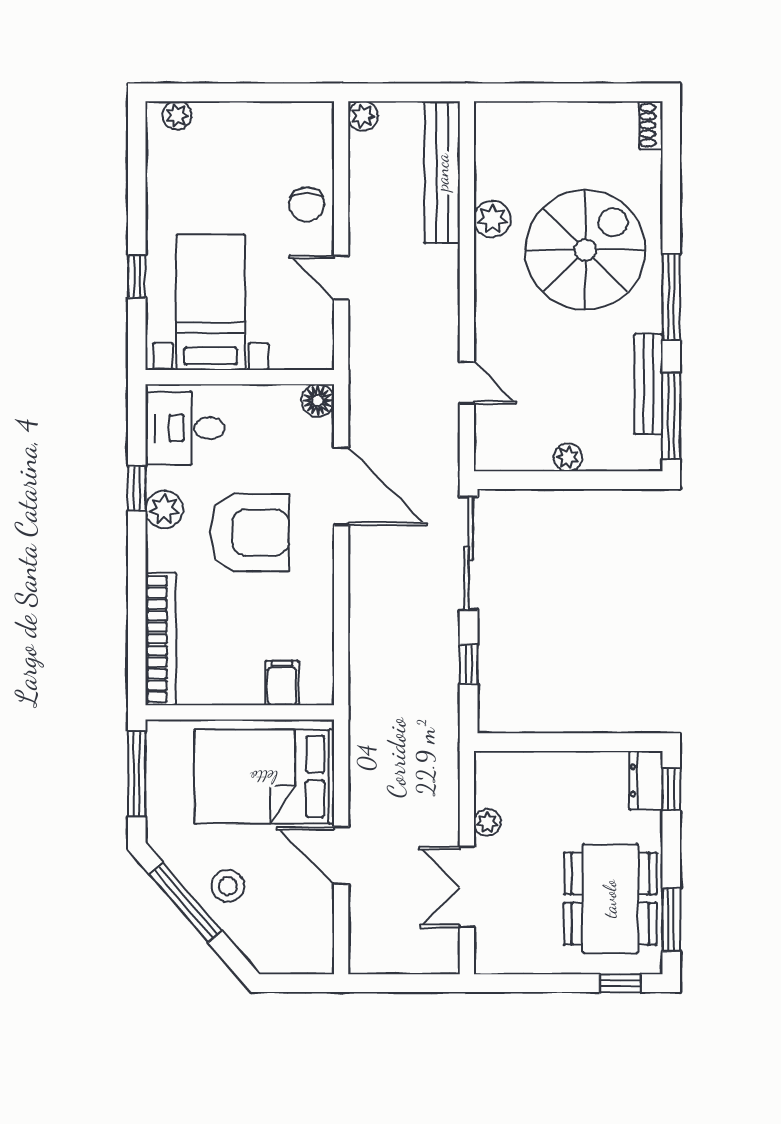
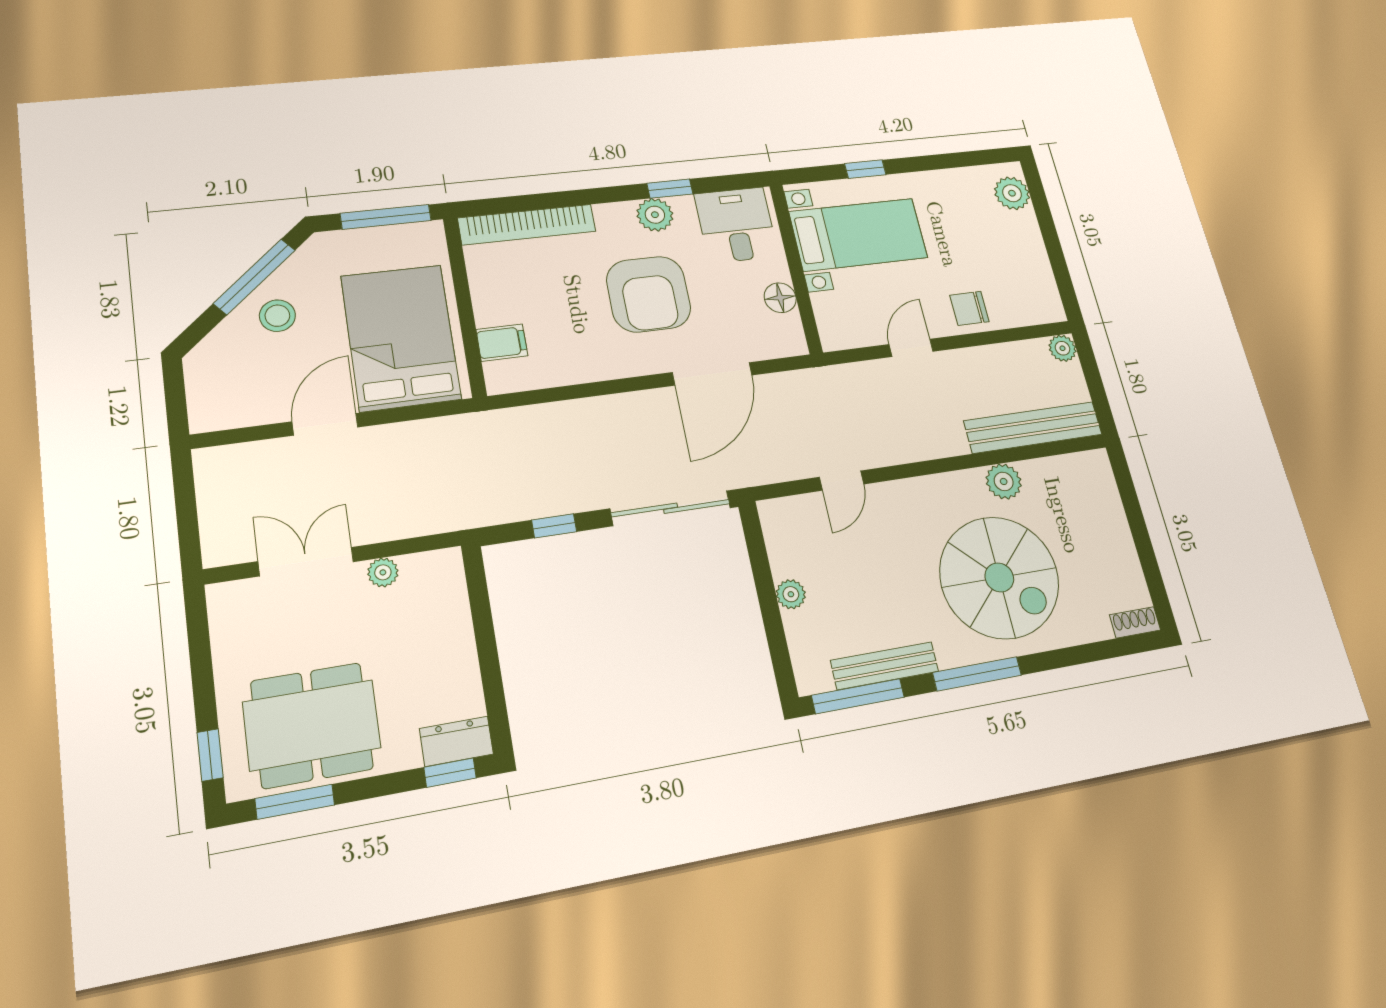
plant: (177, 116) -> (1012, 193), width x1.38, depth x1.38
floor lamp: (318, 400) -> (780, 298), moved

